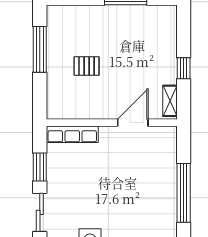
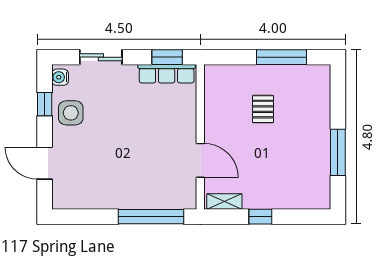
row of seats: (72, 134) -> (167, 74), moved, turned -90
window: (40, 167) -> (167, 57), moved
window: (184, 193) -> (151, 217), moved

